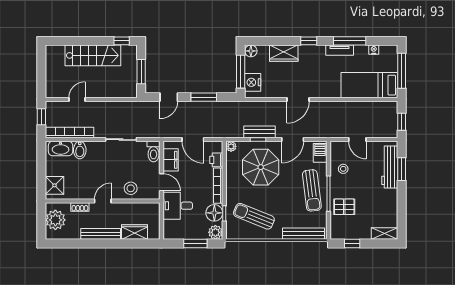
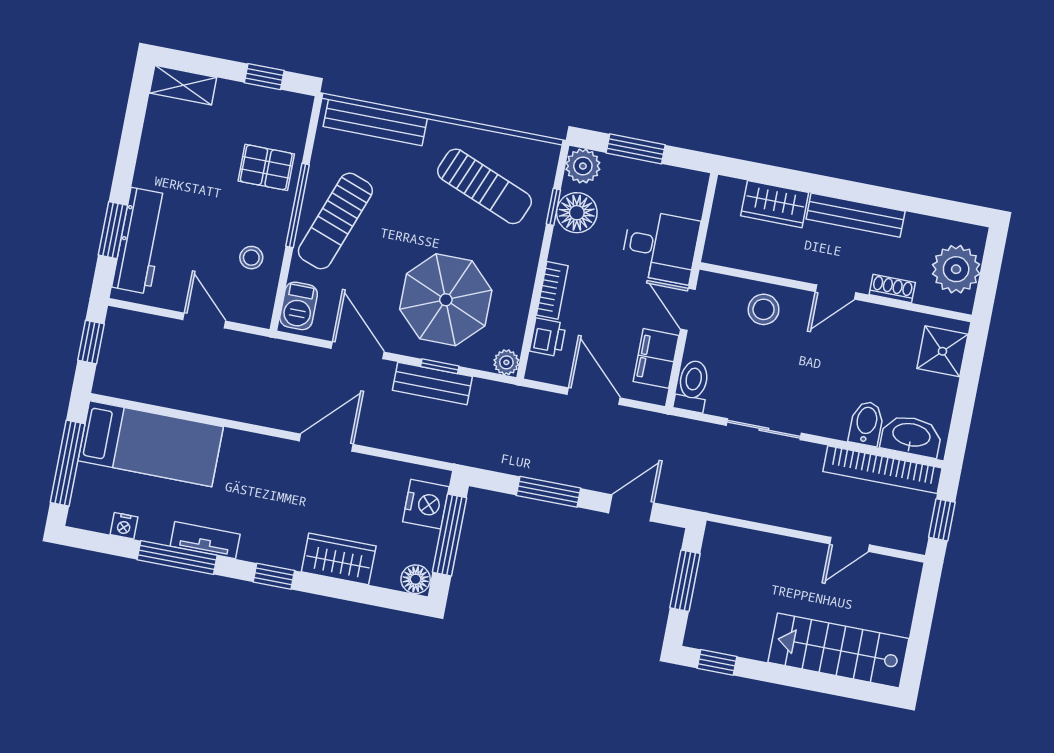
stairs: (93, 55) -> (838, 650), moved
door: (293, 140) -> (358, 350), hinge flipped
bookcase: (218, 186) -> (552, 290), width x0.64
sun lounger: (312, 190) -> (335, 221), turned -153

